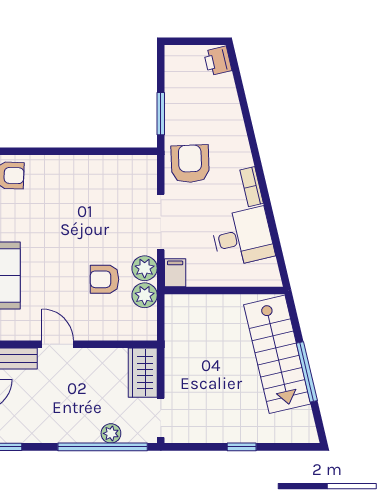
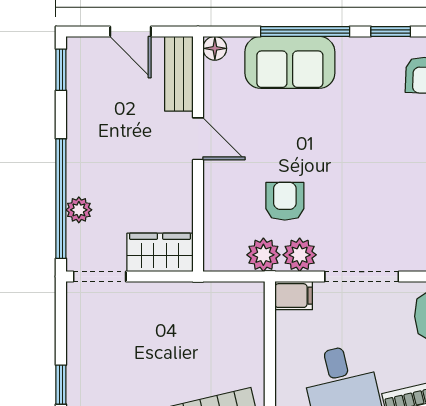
door: (58, 344) -> (198, 139), hinge flipped

